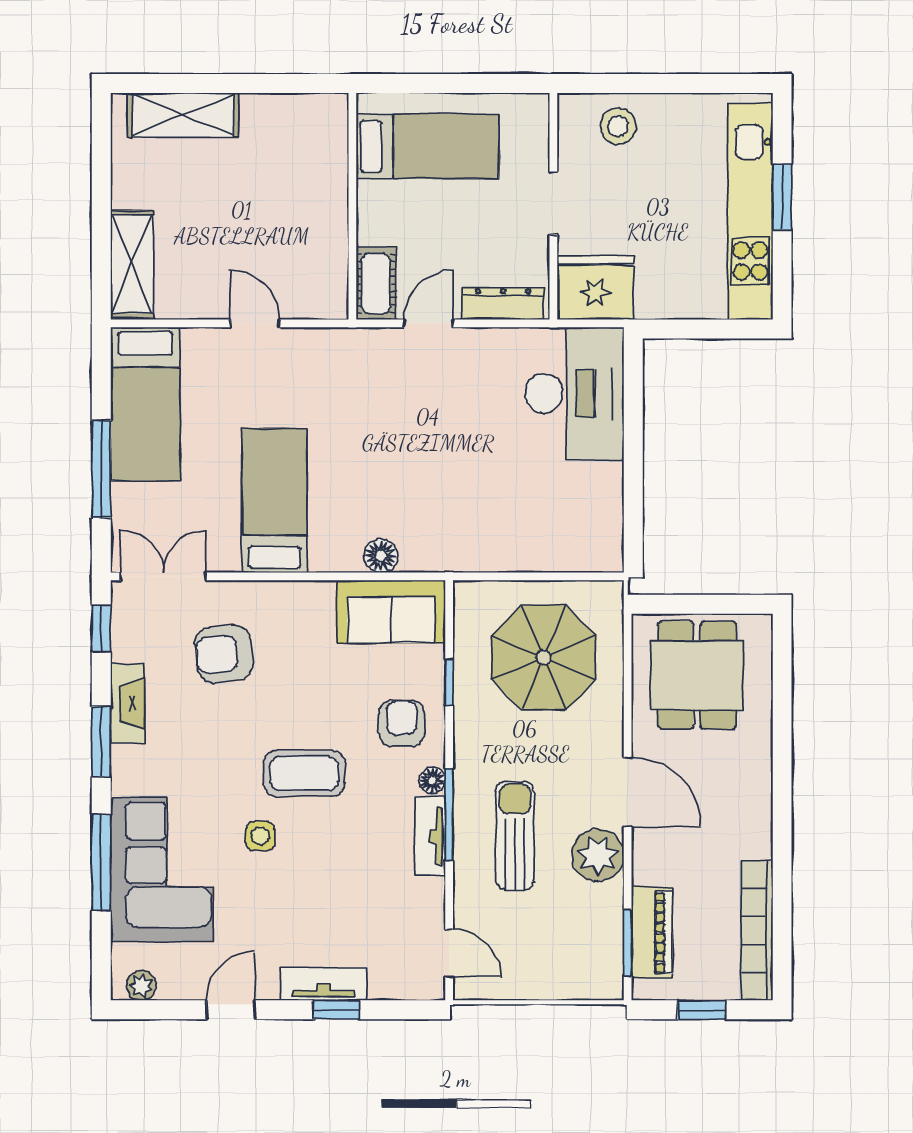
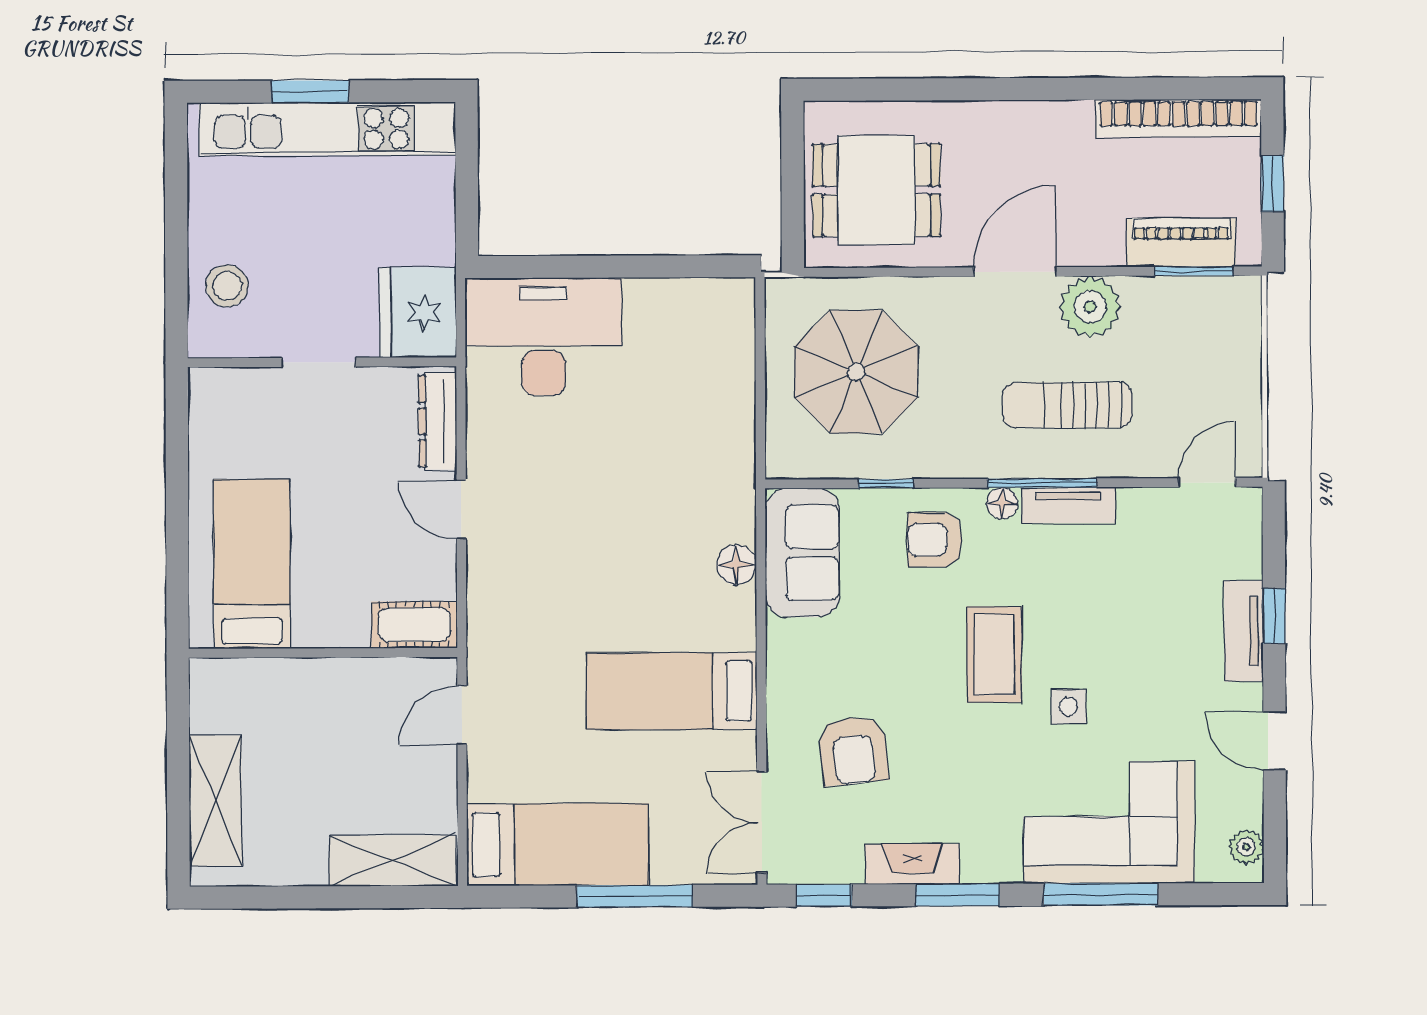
bed: (428, 146) -> (252, 564), moved
wall: (352, 206) -> (323, 653), moved
cot: (376, 283) -> (414, 625), moved

